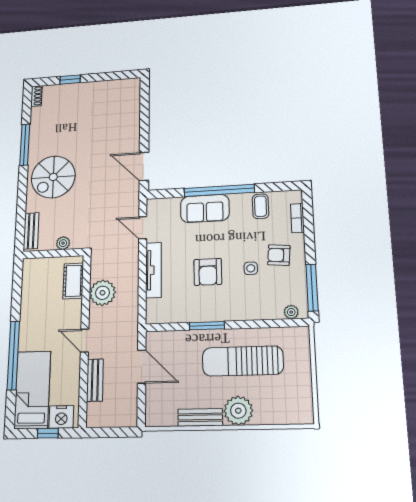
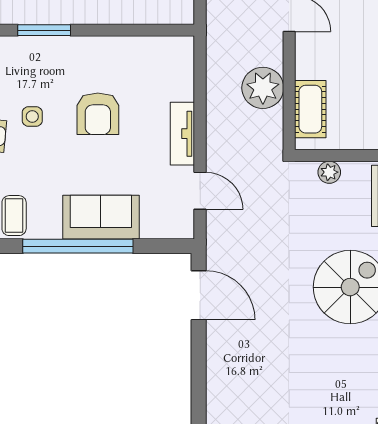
tv unit: (153, 270) -> (182, 134), width x0.71
armchair: (208, 272) -> (98, 114), turned 180
window: (207, 326) -> (44, 30), moved

